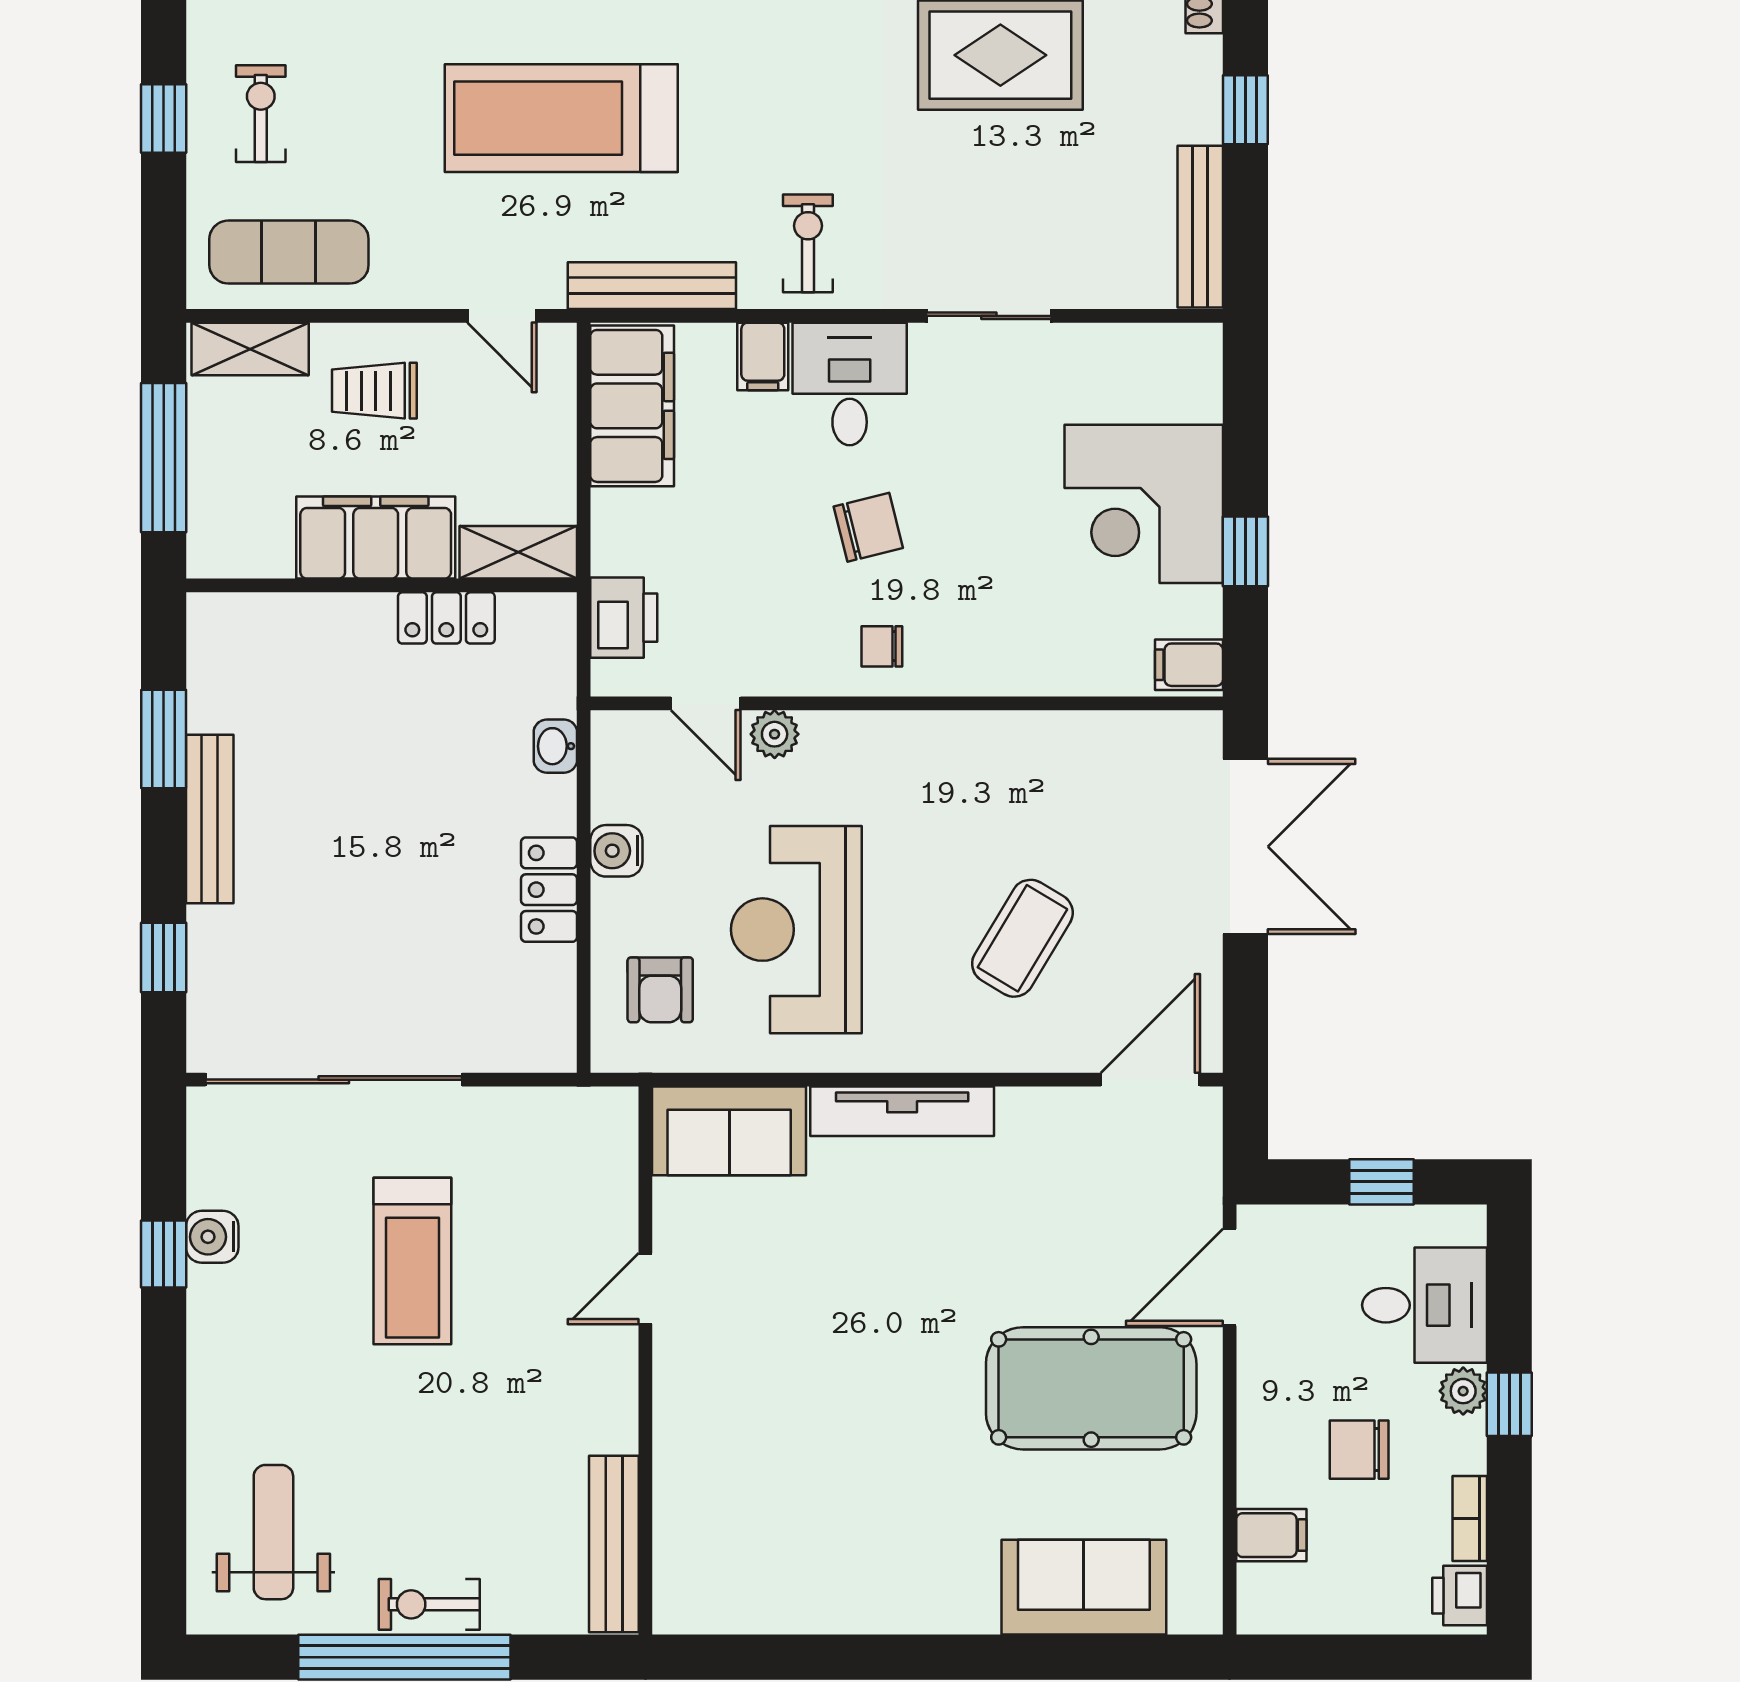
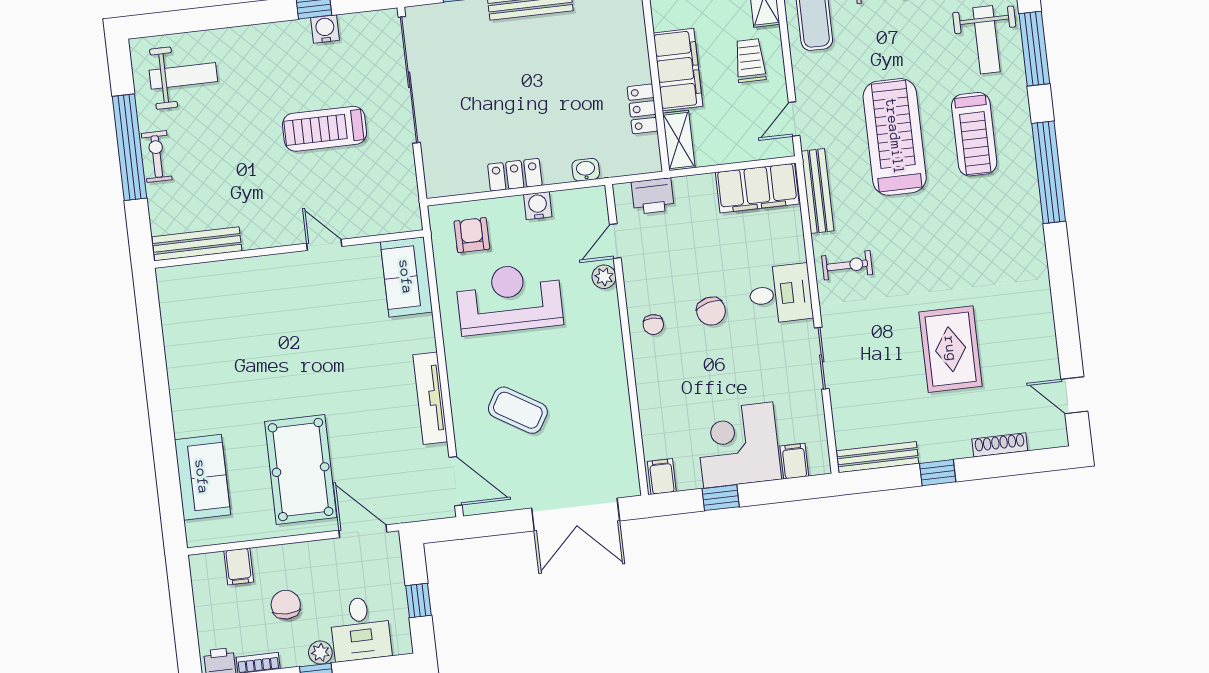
filing cabinet: (763, 356) -> (794, 461), moved, turned 90
chair: (882, 646) -> (653, 325), turned 180
armchair: (660, 990) -> (472, 235), turned 90
tv unit: (902, 1111) -> (430, 398), moved

